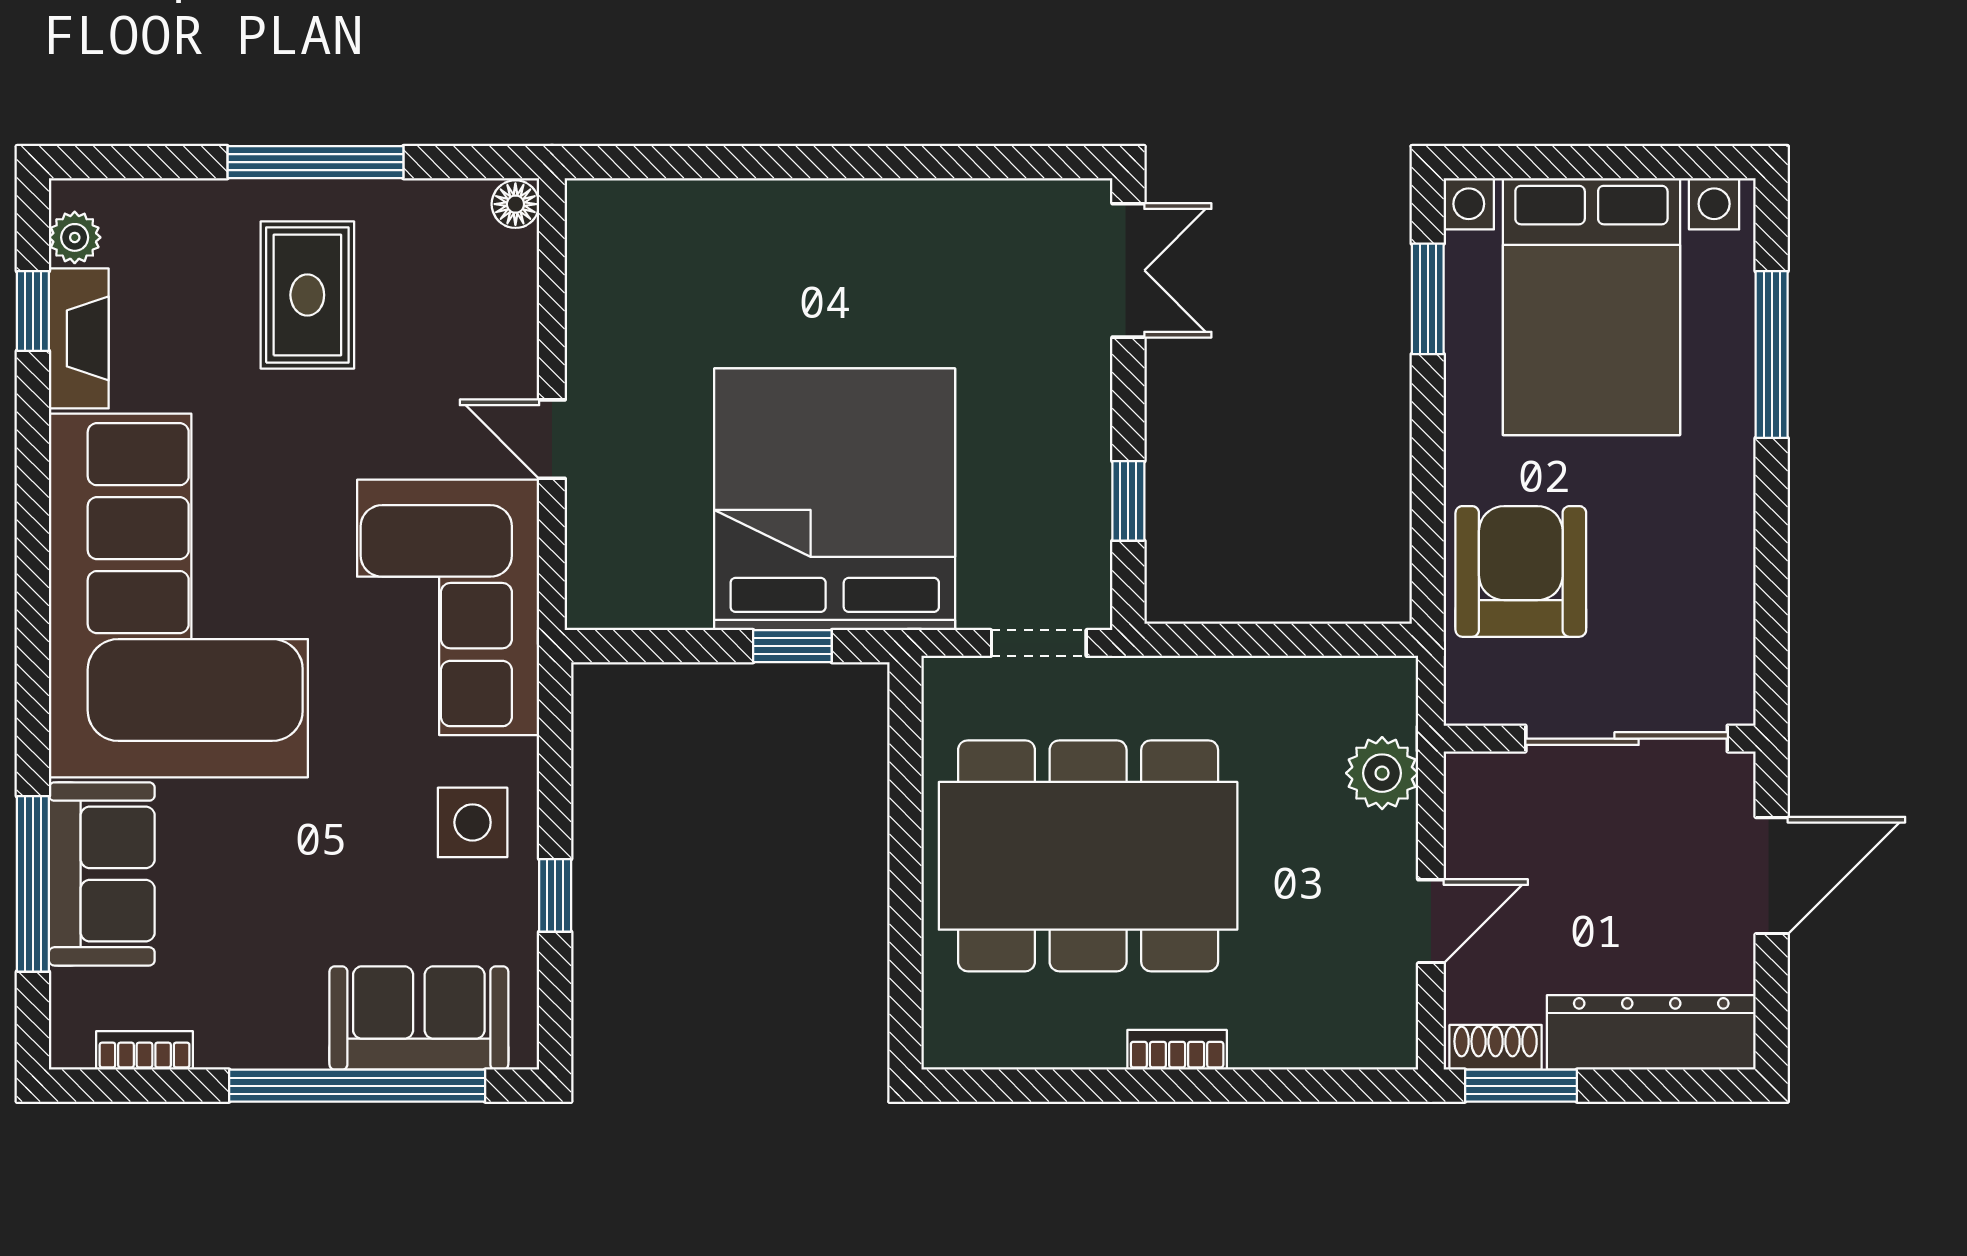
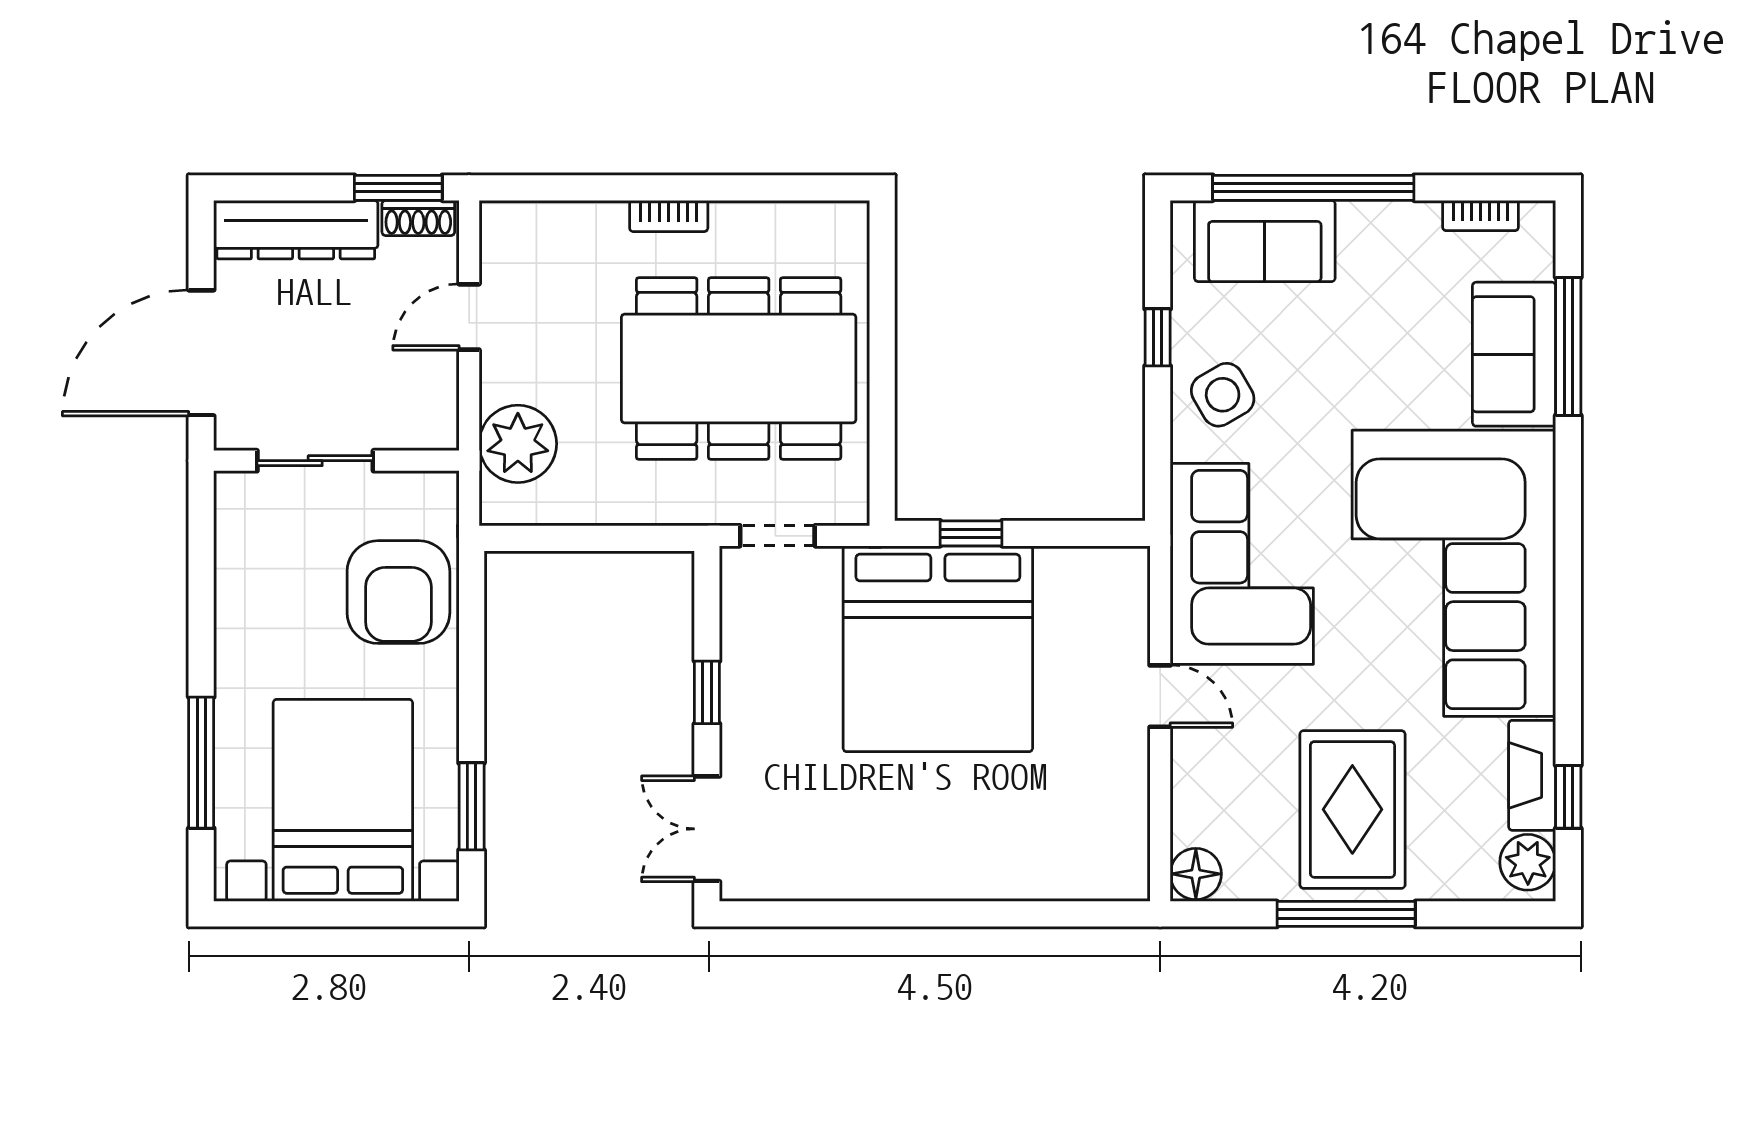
floor lamp: (515, 204) -> (1196, 874), width x1.37, depth x1.37
plant: (75, 237) -> (1528, 862), width x1.38, depth x1.38
rug: (307, 295) -> (1352, 809), width x1.36, depth x1.43
window: (1128, 501) -> (707, 692), moved
sliding door: (1627, 739) -> (315, 461), width x0.73
plant: (1382, 773) -> (518, 444), width x1.36, depth x1.36
side table: (473, 822) -> (1223, 395), turned -30
door: (1772, 876) -> (201, 353), width x1.36

